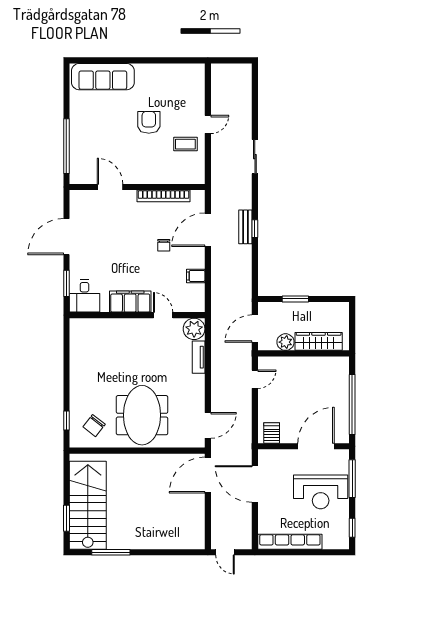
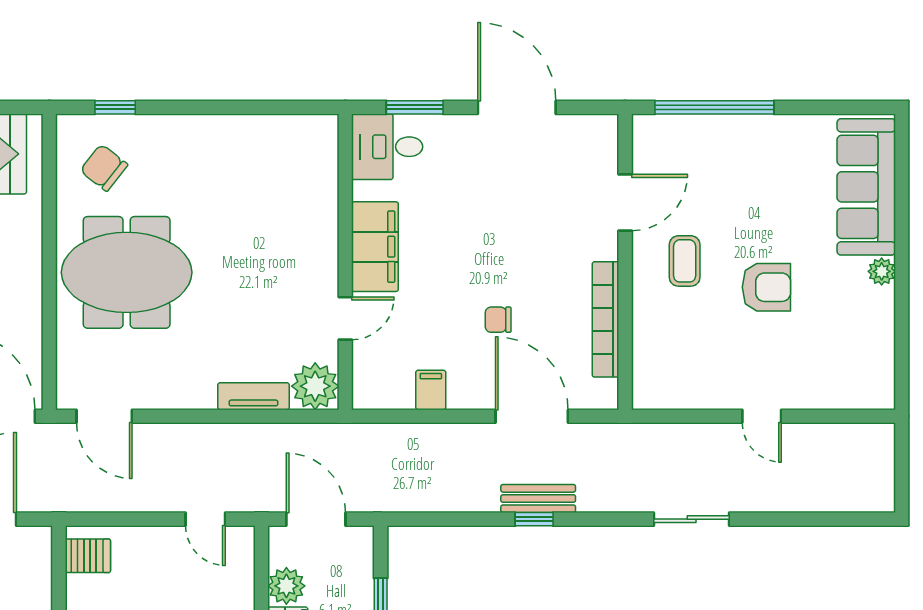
plant: (142, 70) -> (882, 271), added
coffee table: (185, 144) -> (685, 261), moved

